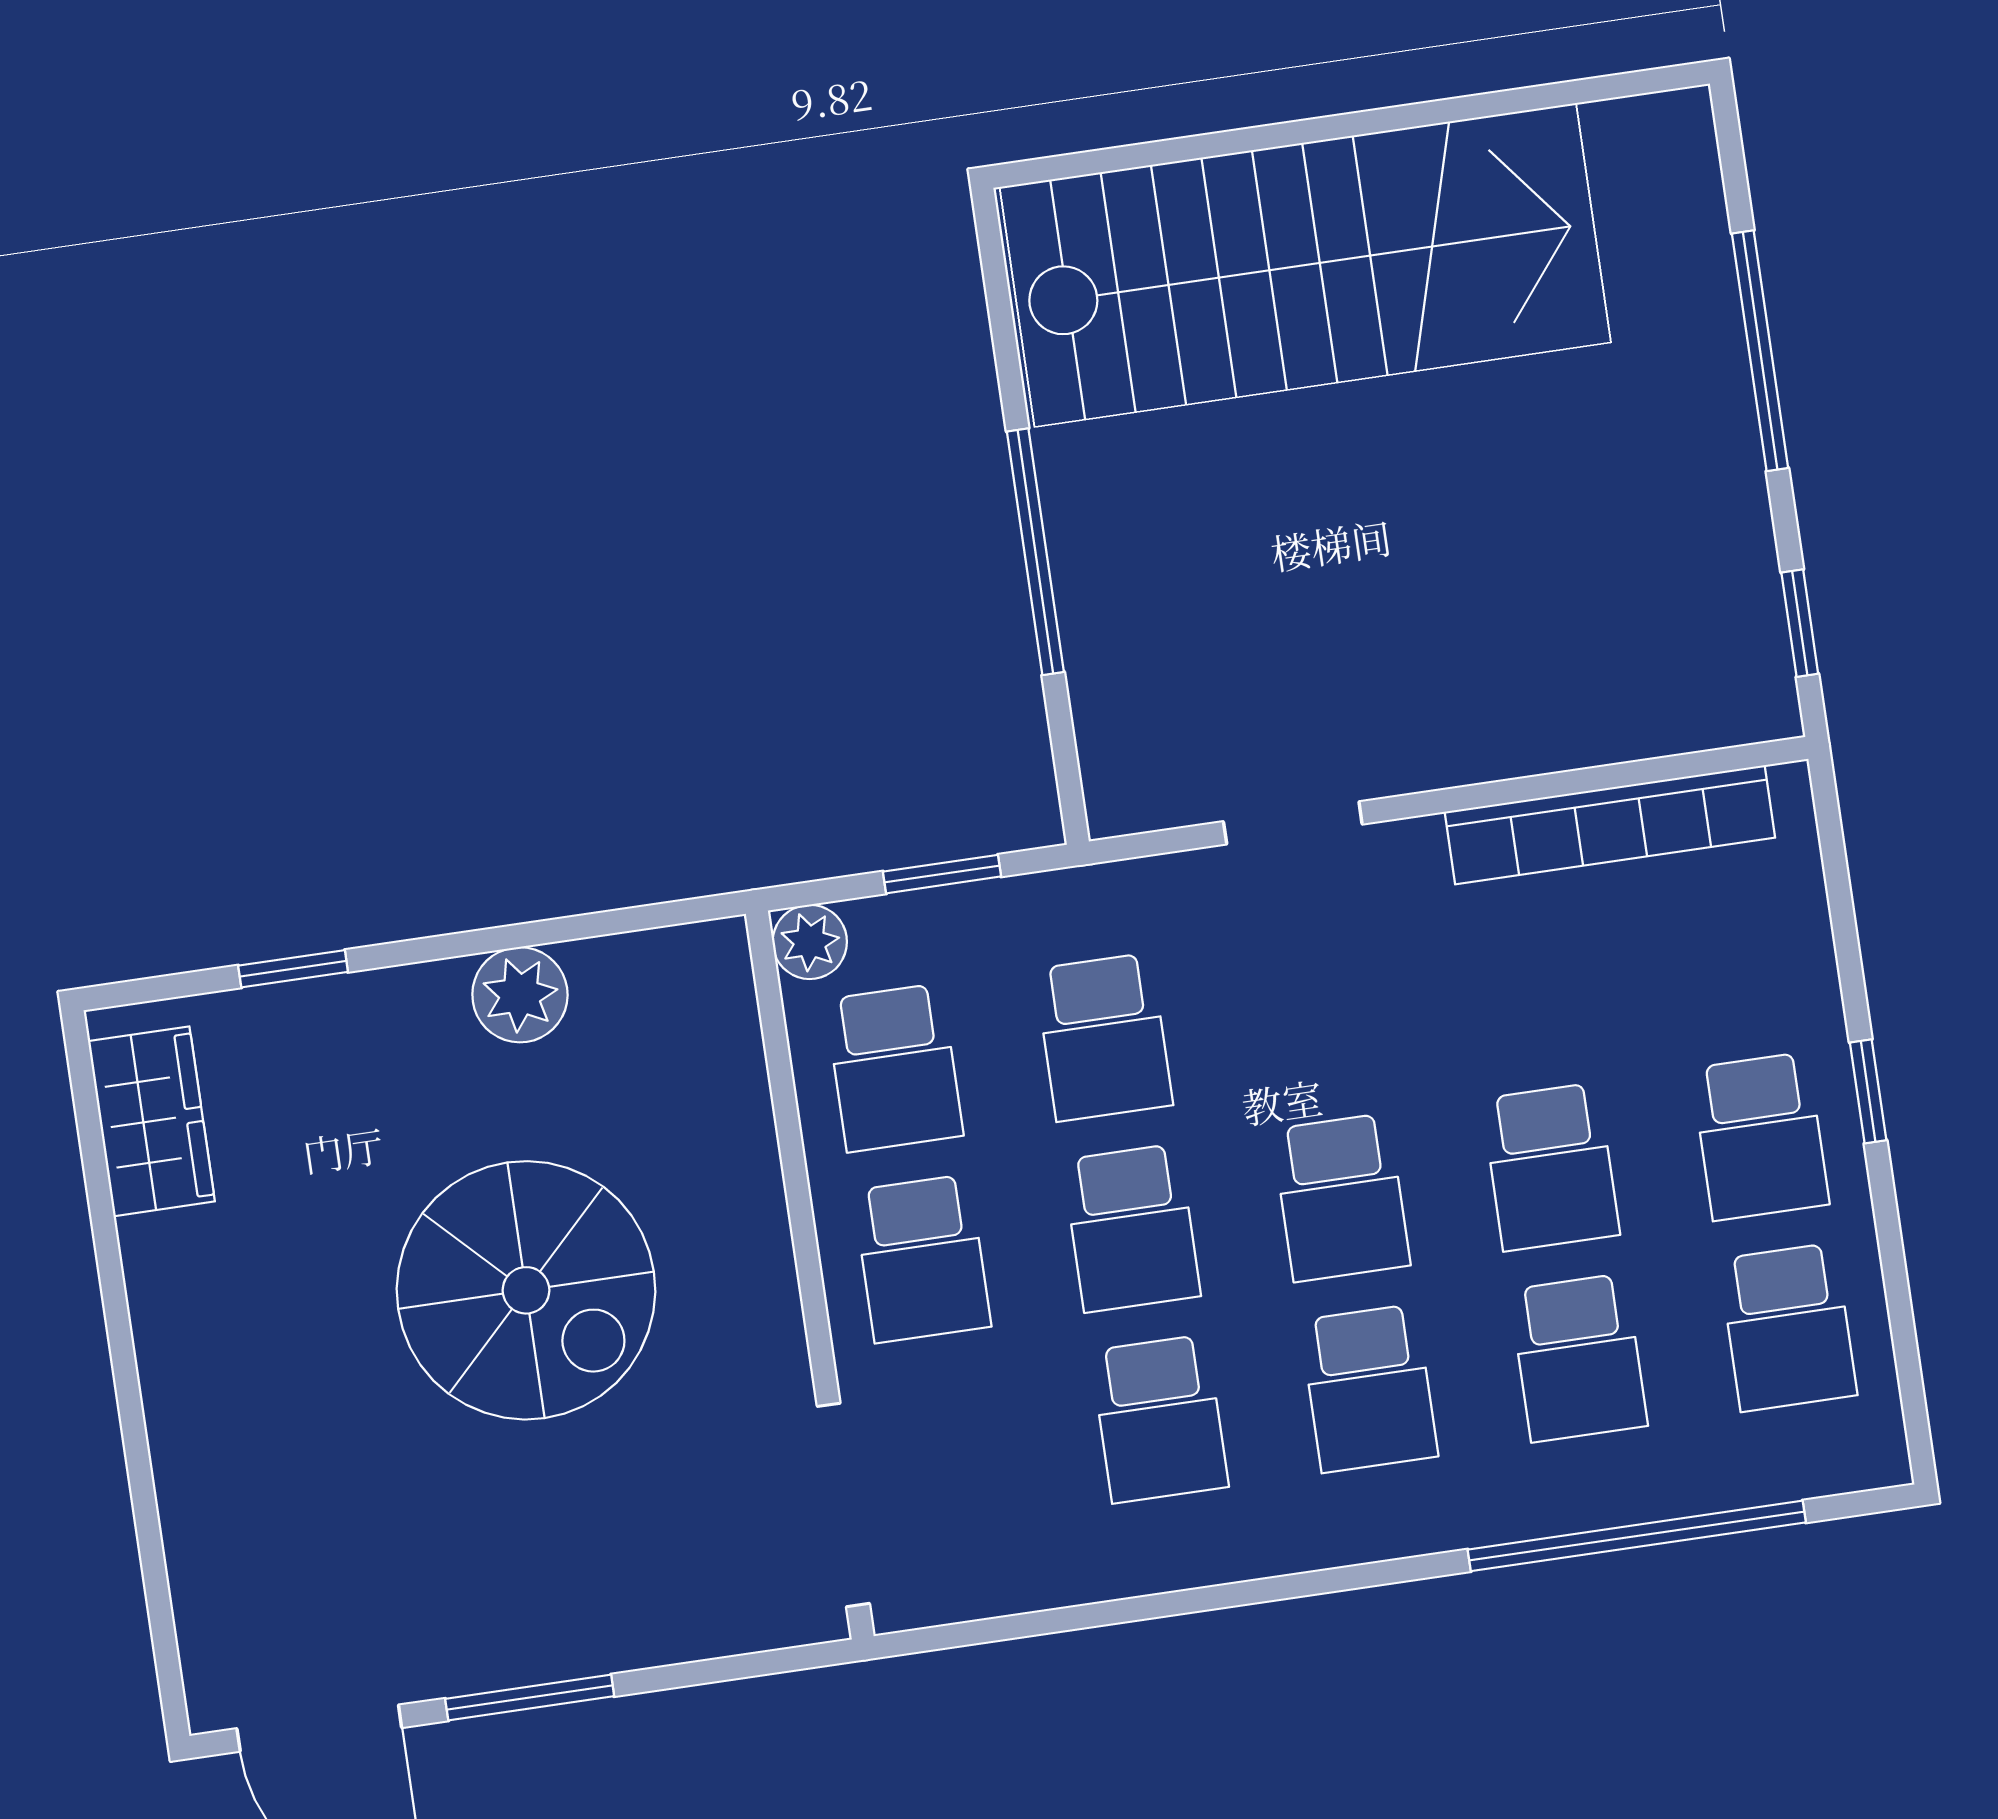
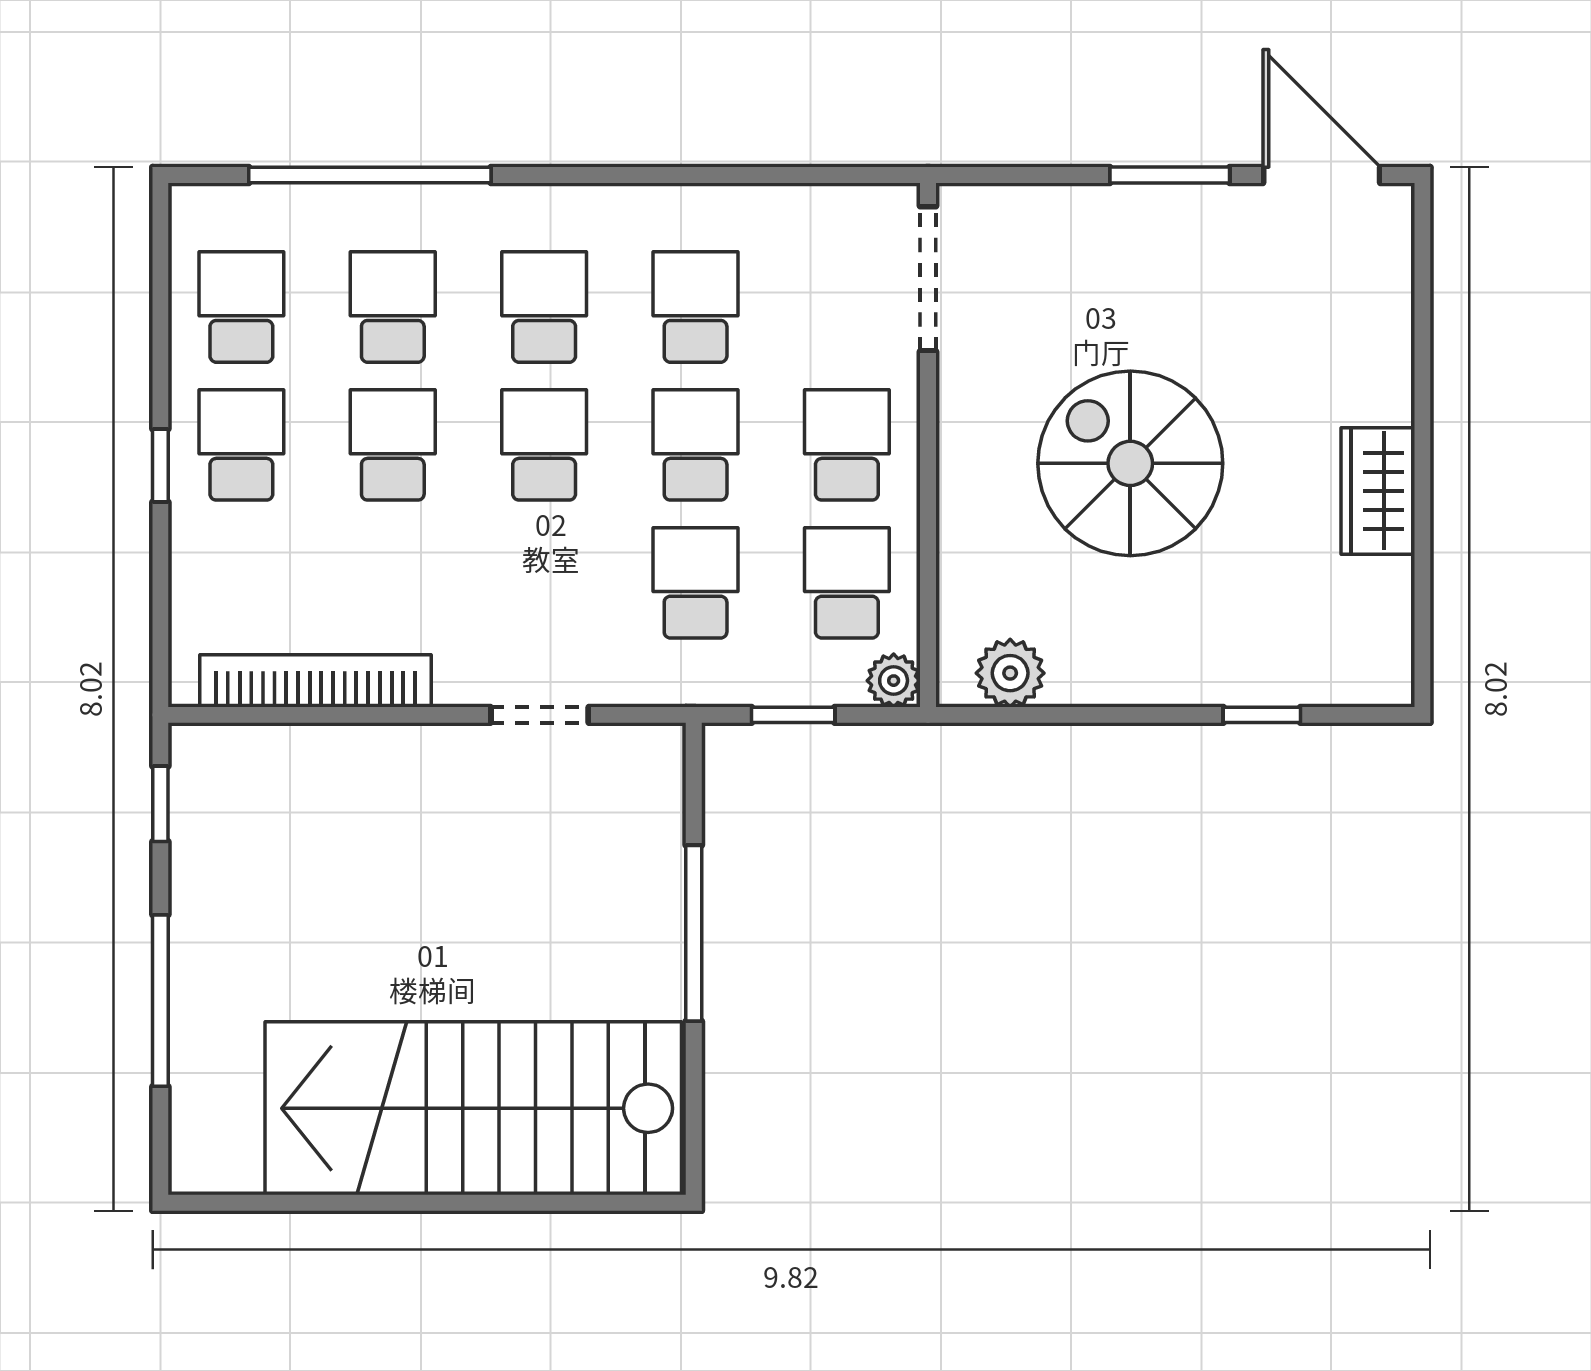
plant: (520, 995) -> (1010, 673), moved
wardrobe: (151, 1121) -> (1378, 491), moved

